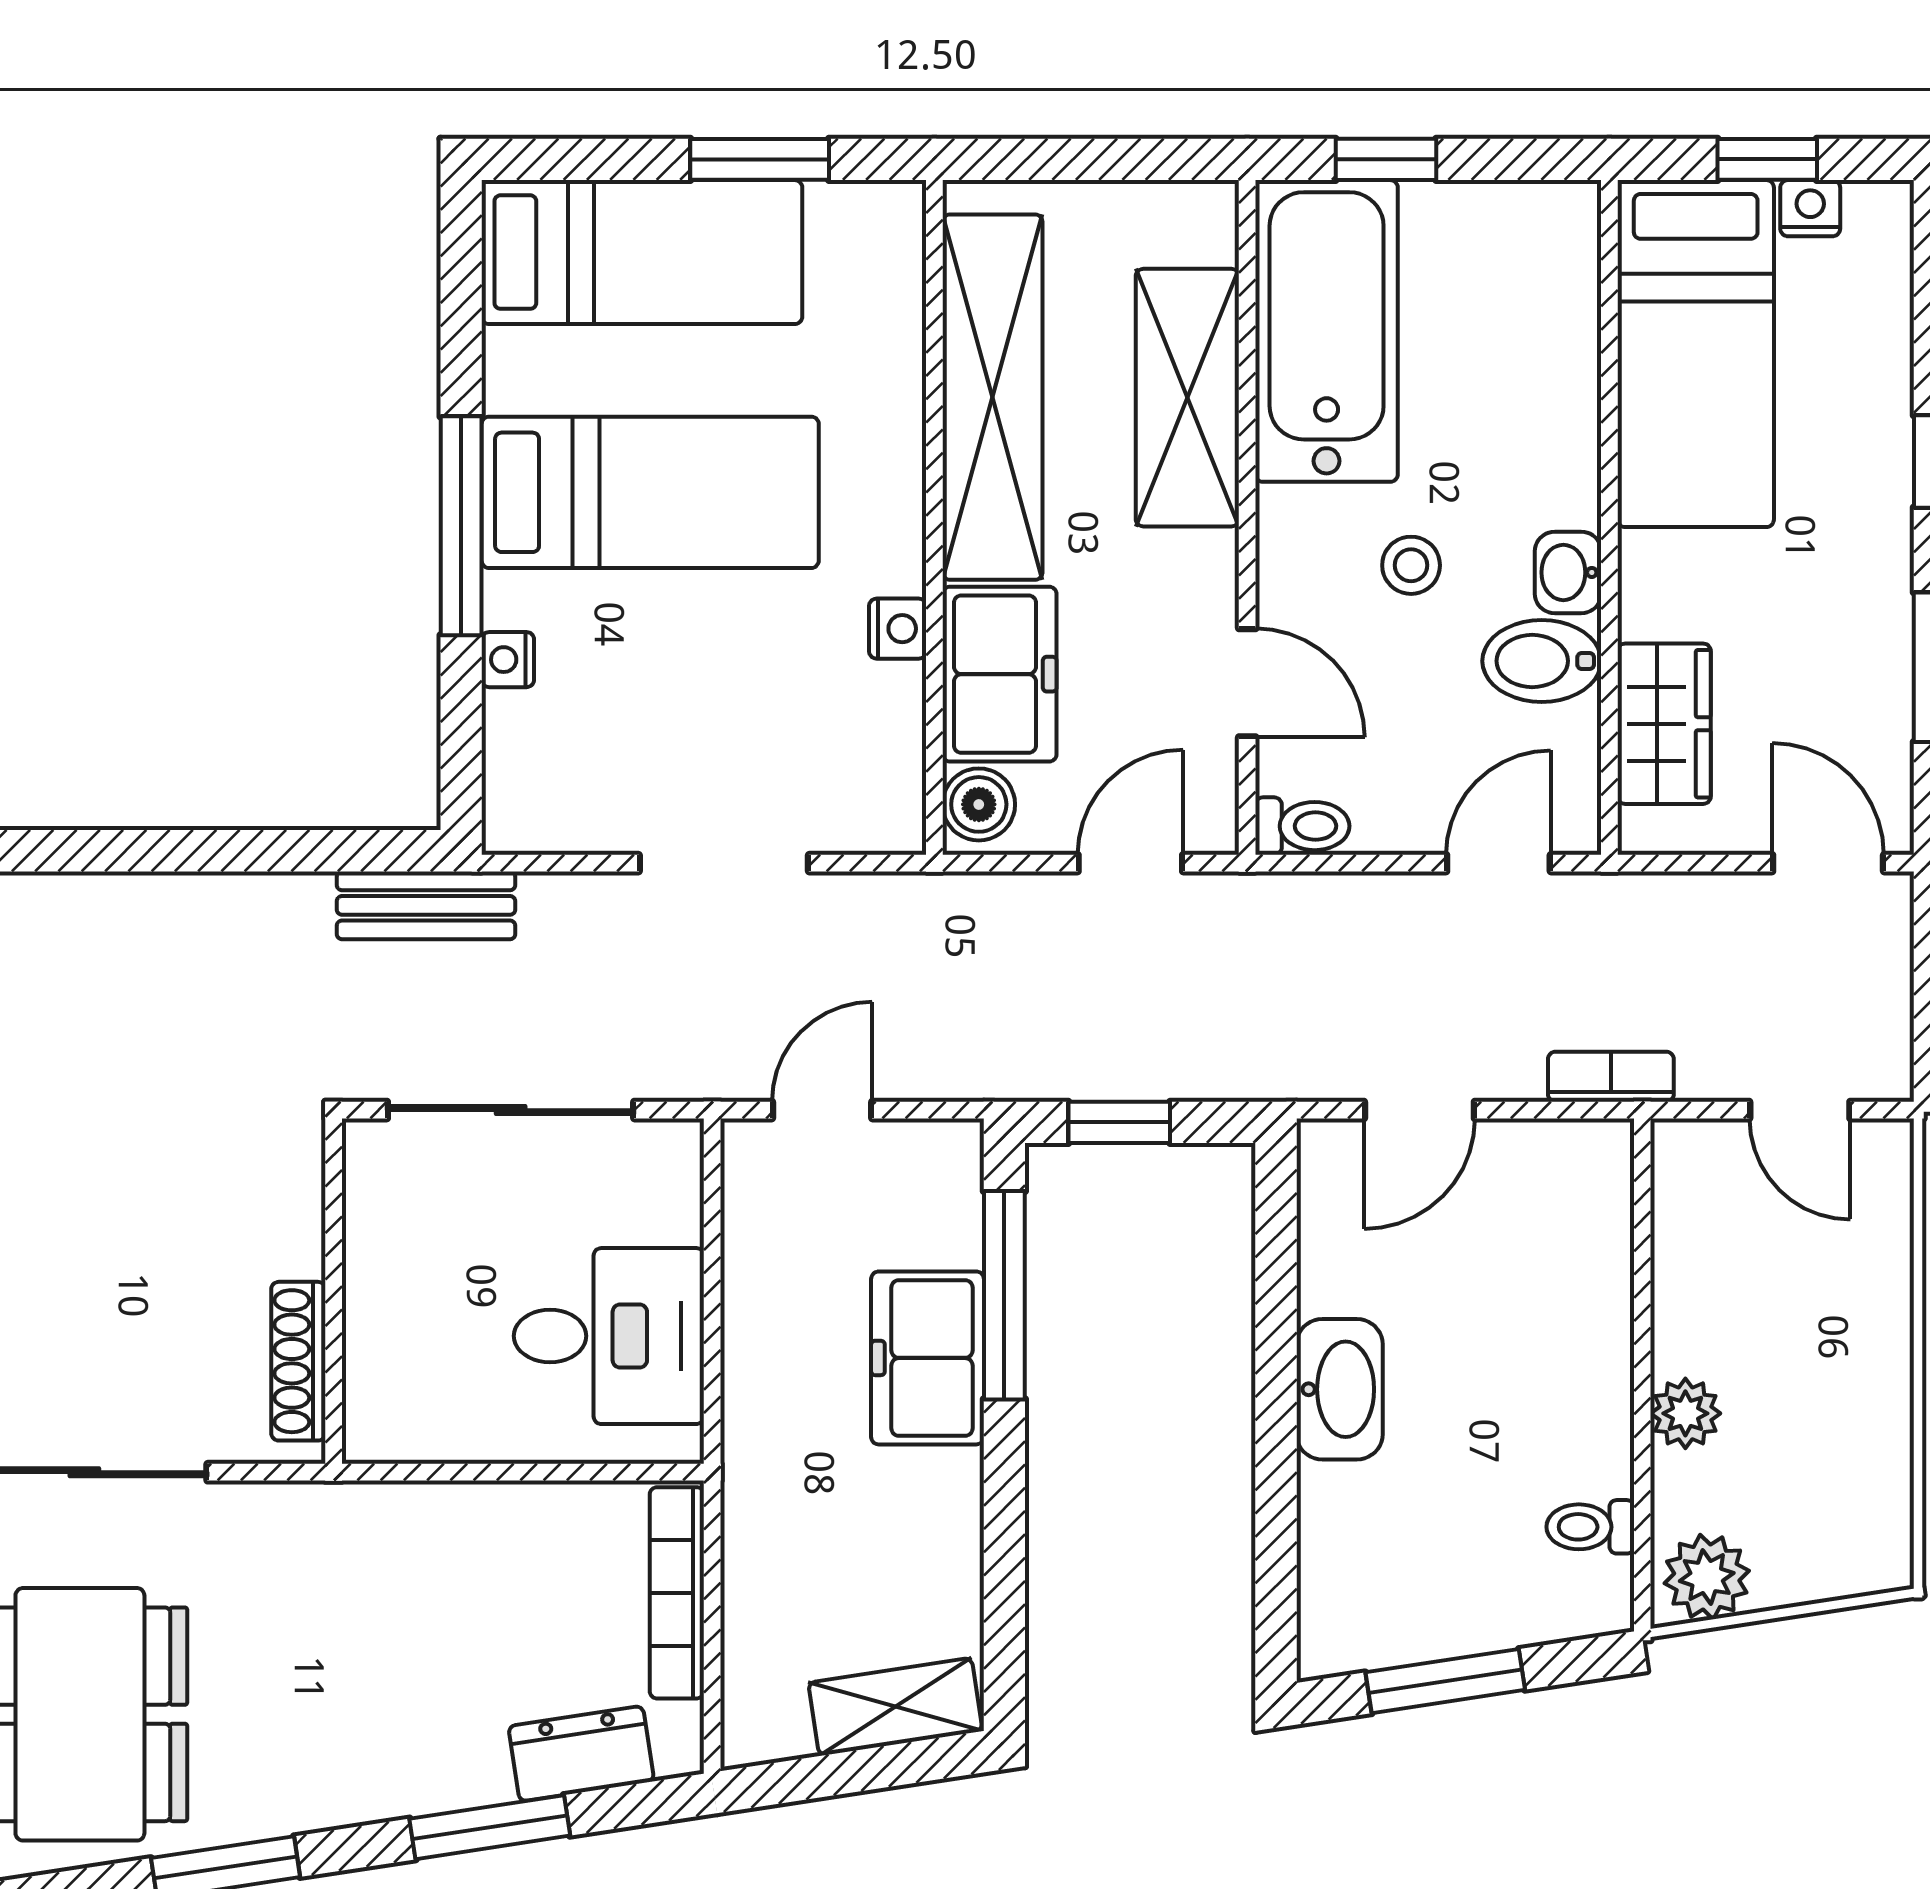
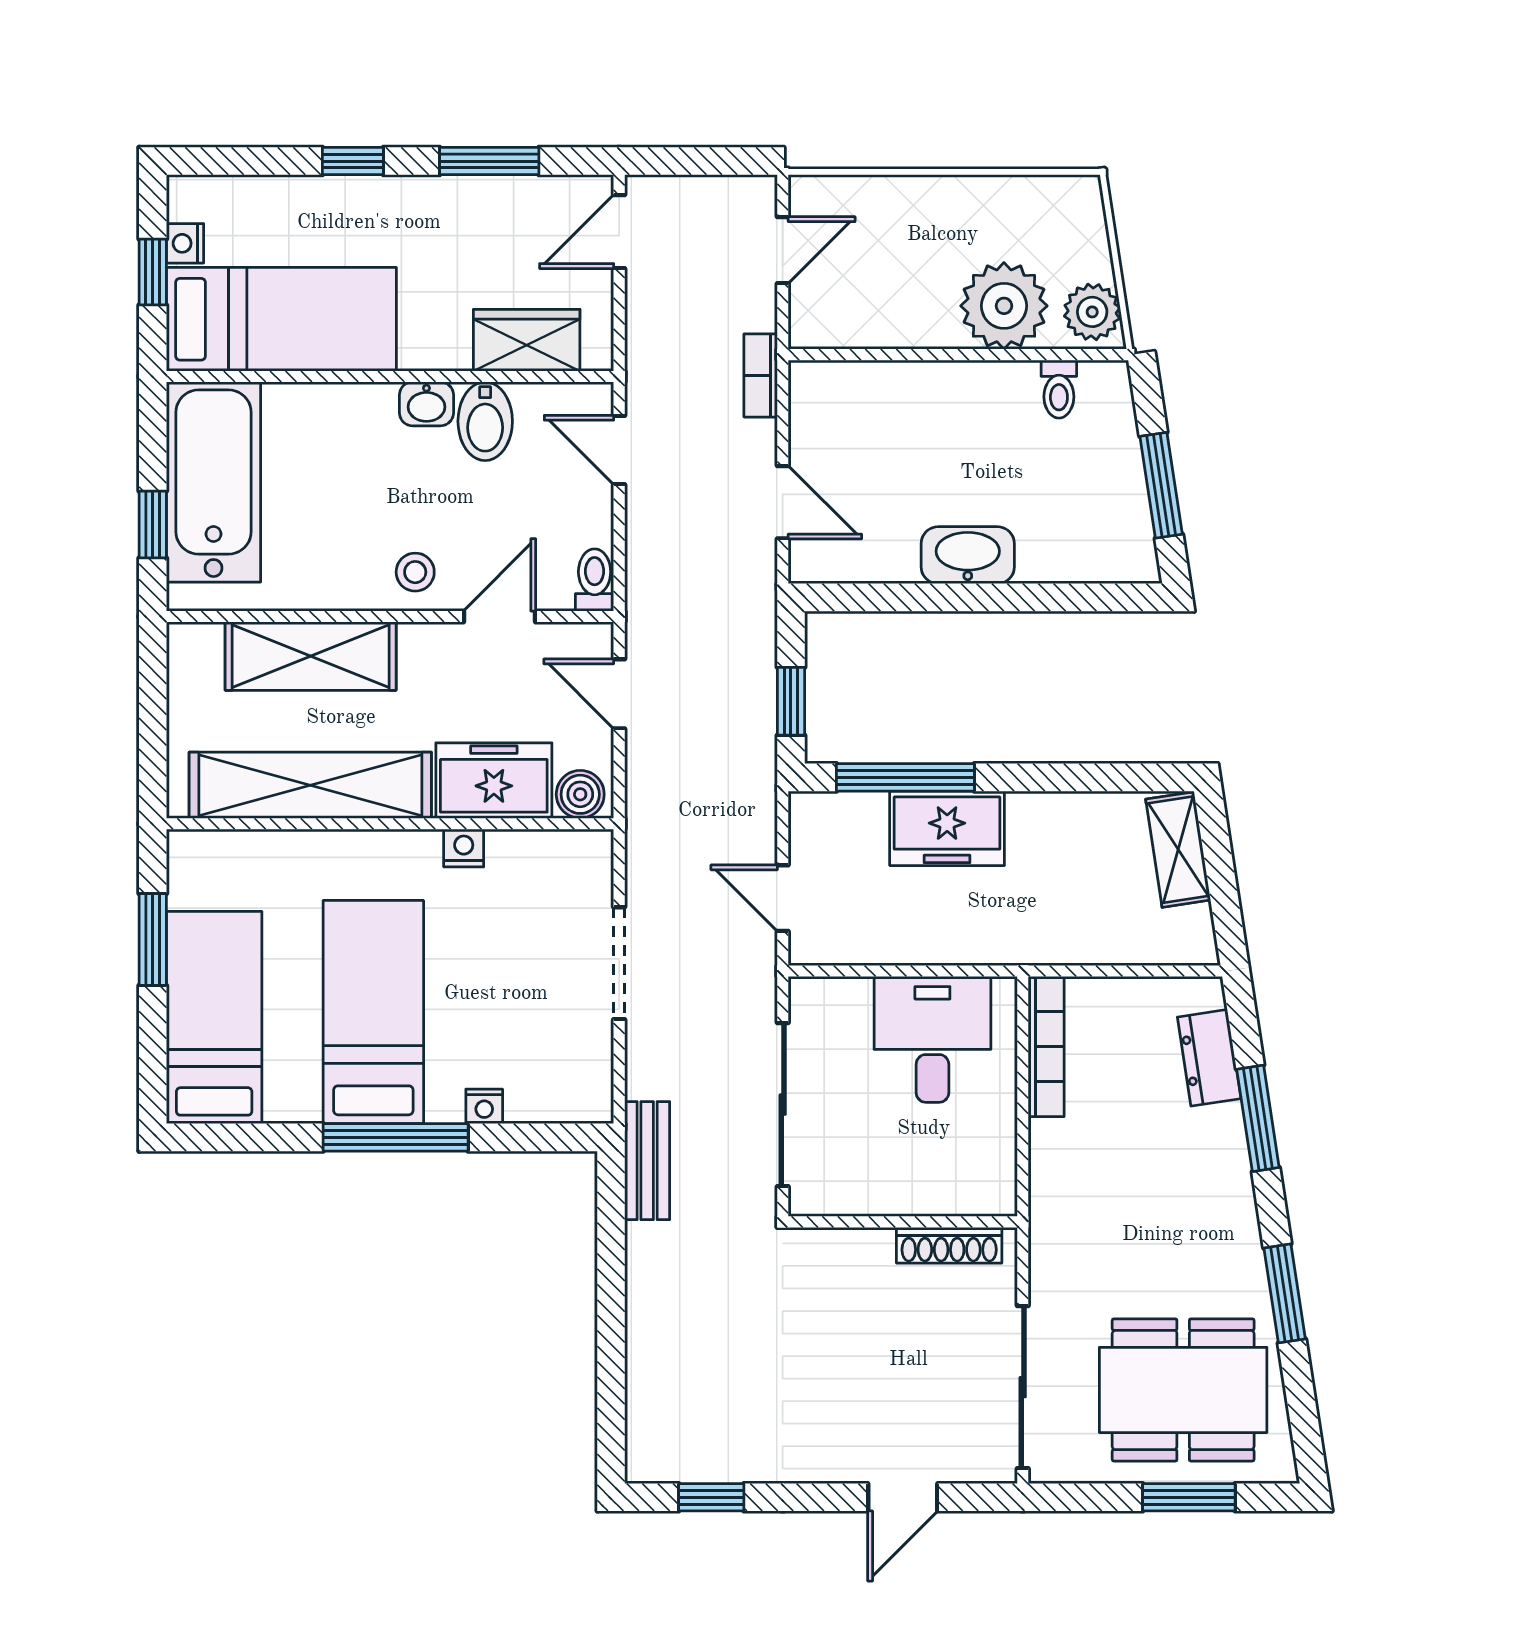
bathtub: (1327, 331) -> (214, 482), moved, turned 90
stool: (1411, 565) -> (415, 572), moved
plant: (1685, 1413) -> (1004, 306), width x1.87, depth x1.87
bookcase: (677, 1593) -> (1046, 1047), moved, turned -90

